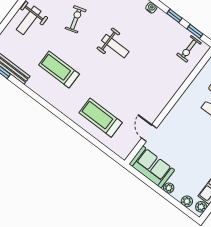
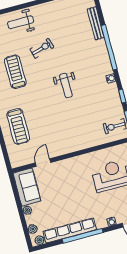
exercise bike: (76, 19) -> (42, 48), moved
treadmill: (101, 118) -> (18, 126), turned 180

